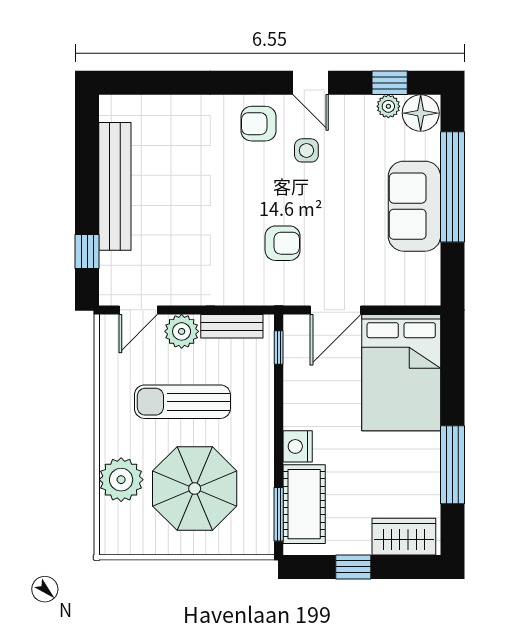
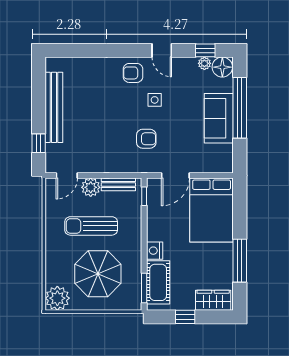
side table: (306, 150) -> (155, 100), moved
plant: (121, 480) -> (57, 298), moved

